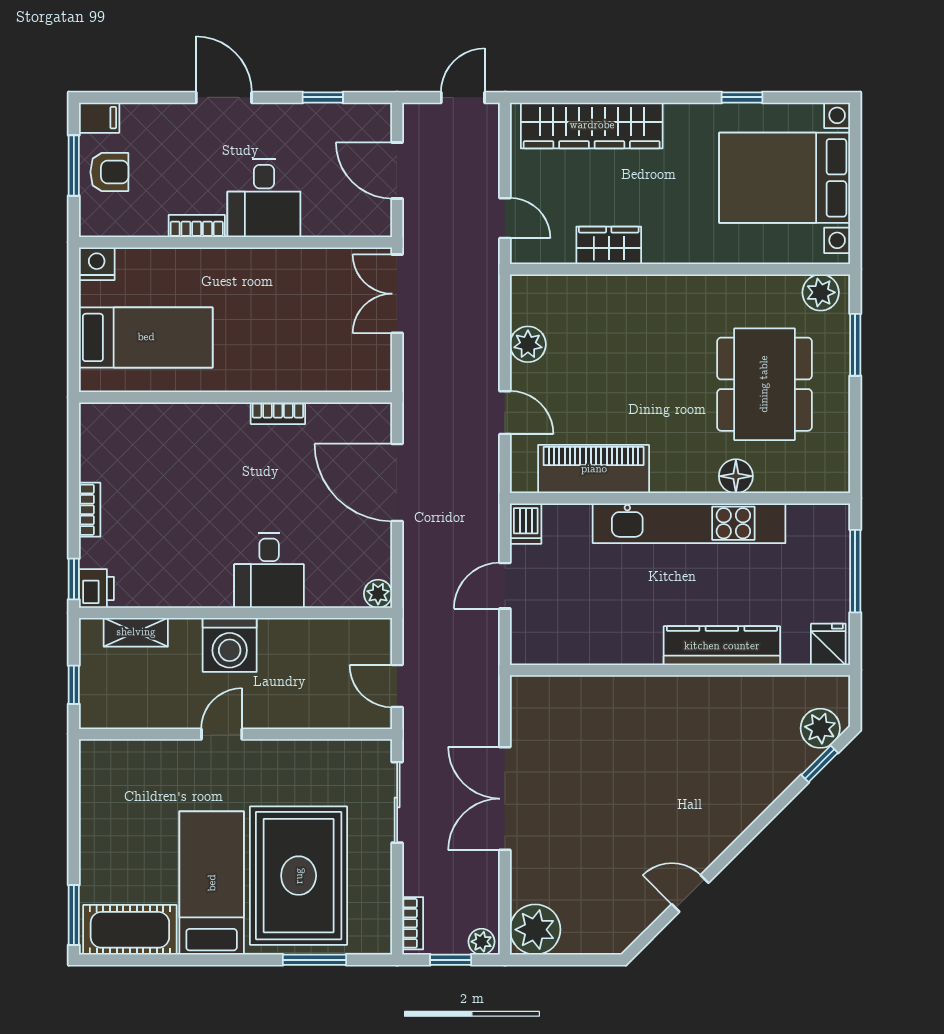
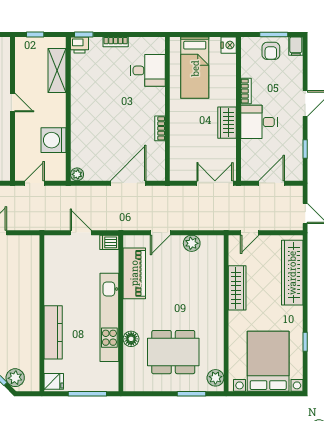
wardrobe: (609, 245) -> (237, 288), width x1.50
wardrobe: (265, 267) -> (227, 123), added
desk: (269, 570) -> (148, 70), moved, turned 180
shelving: (136, 632) -> (57, 70), width x1.50, depth x1.33
washing machine: (230, 645) -> (53, 140), moved

